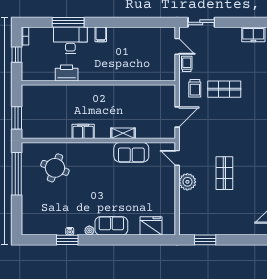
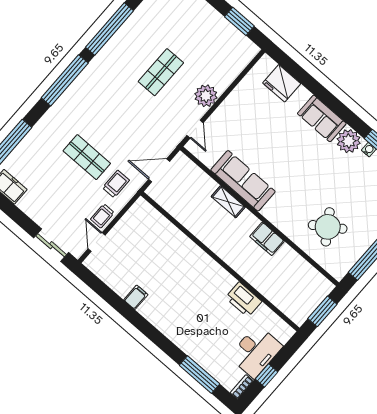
window: (68, 22) -> (199, 375), moved
filing cabinet: (101, 34) -> (136, 297), moved
desk: (70, 40) -> (256, 351), moved, turned -90
printer: (67, 73) -> (244, 300), moved
wall: (98, 83) -> (220, 262), moved
sofa: (131, 152) -> (243, 181), width x1.36
round table: (55, 168) -> (328, 227), turned 36
plant: (89, 230) -> (349, 141), width x1.87, depth x1.87

